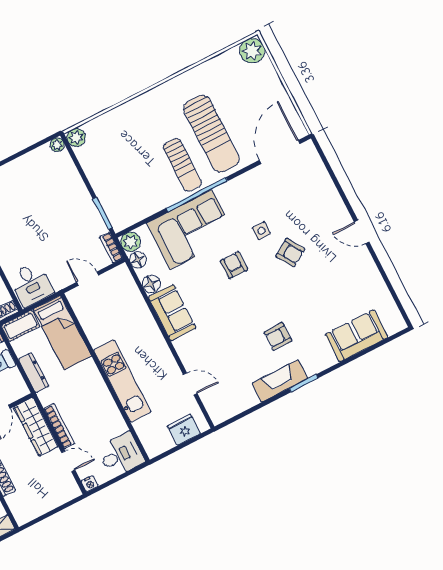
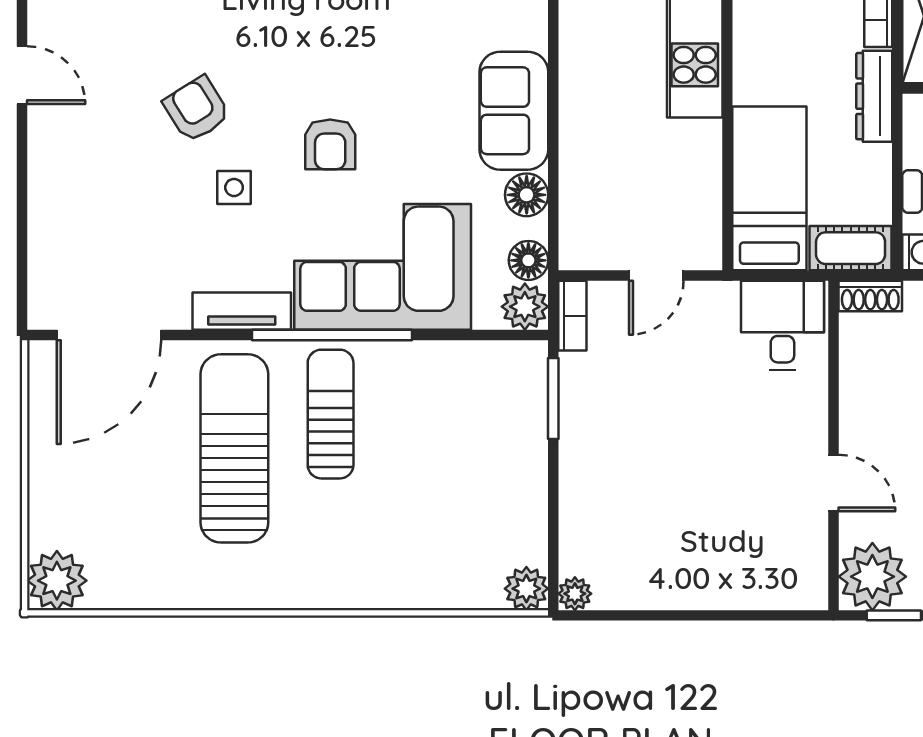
tv unit: (235, 186) -> (242, 311), added
door: (88, 279) -> (656, 275), hinge flipped
dresser: (34, 373) -> (874, 96), moved

